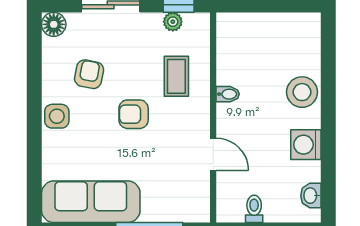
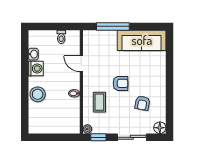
plant: (173, 22) -> (87, 129), moved
side table: (57, 116) -> (158, 82), removed
washbasin: (311, 196) -> (33, 54), moved

